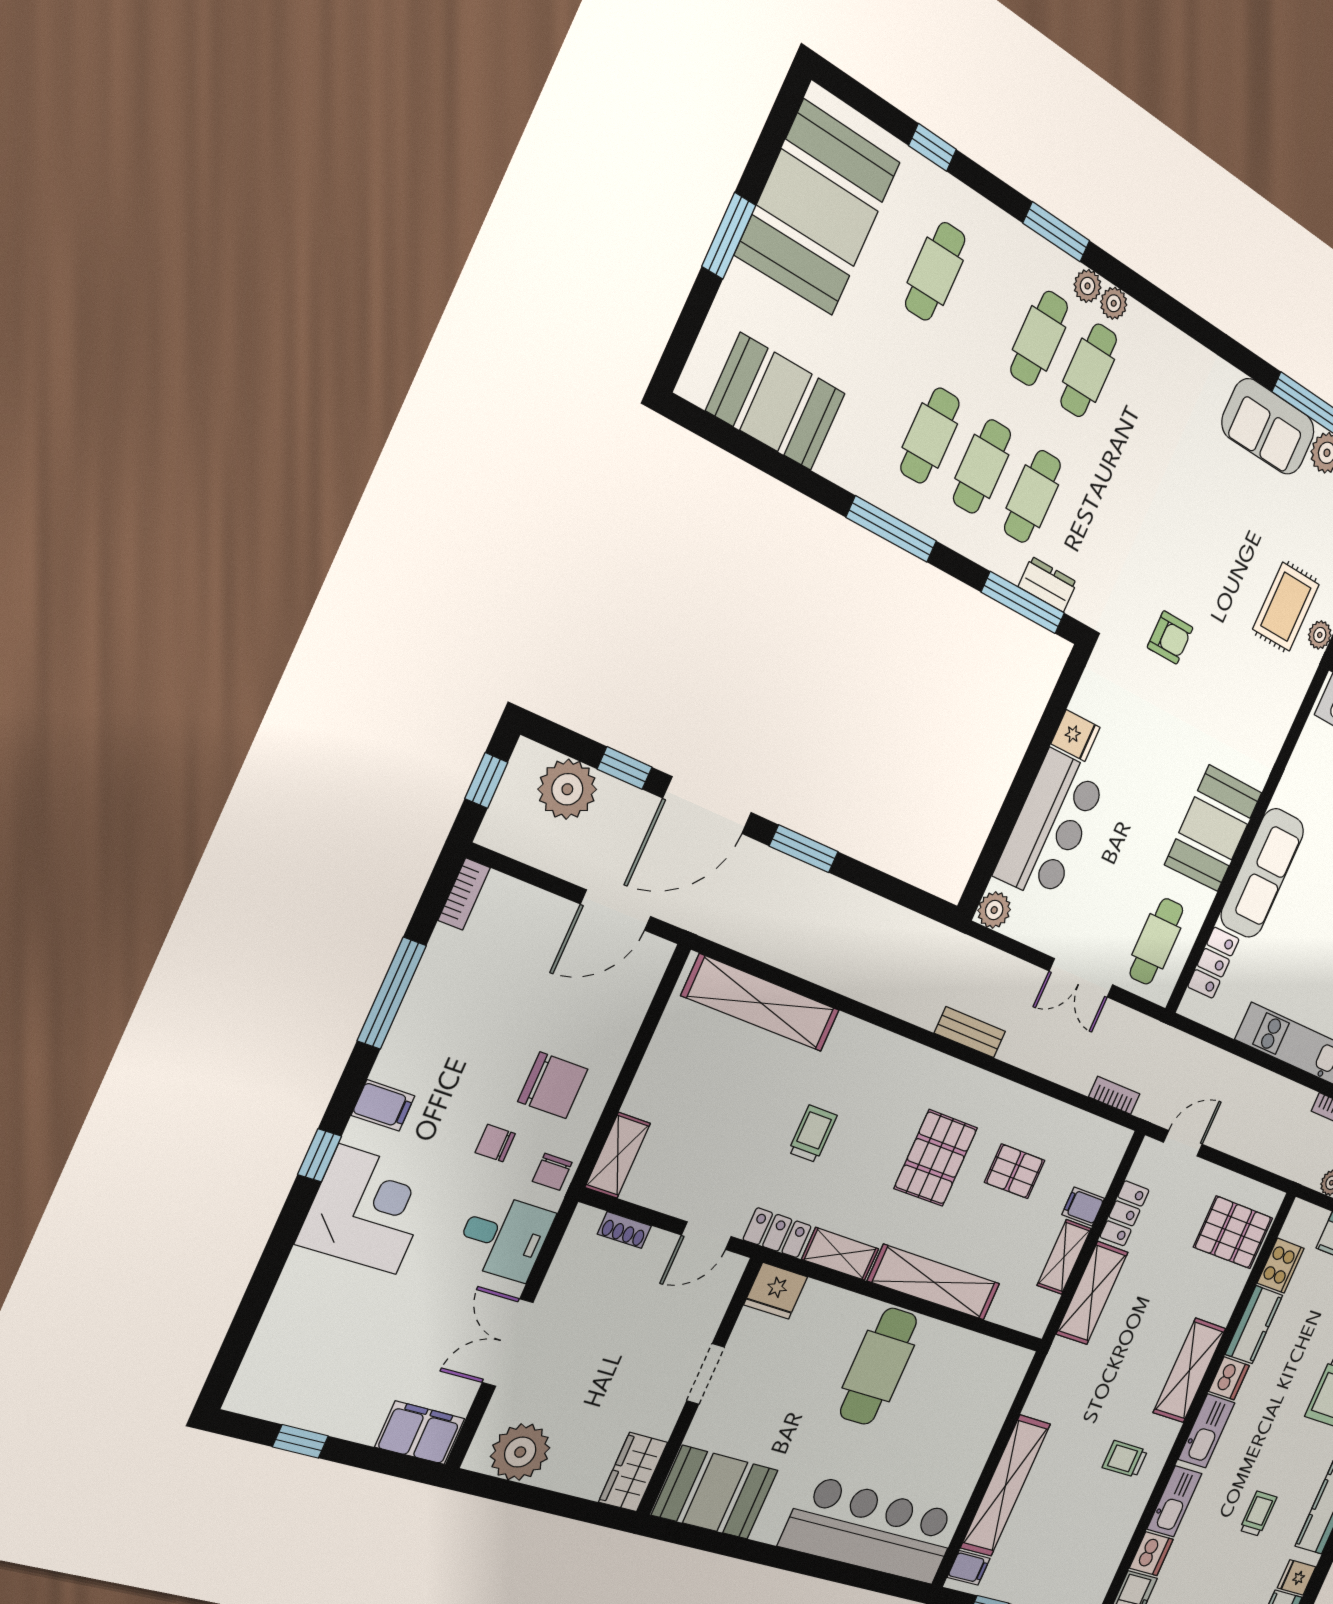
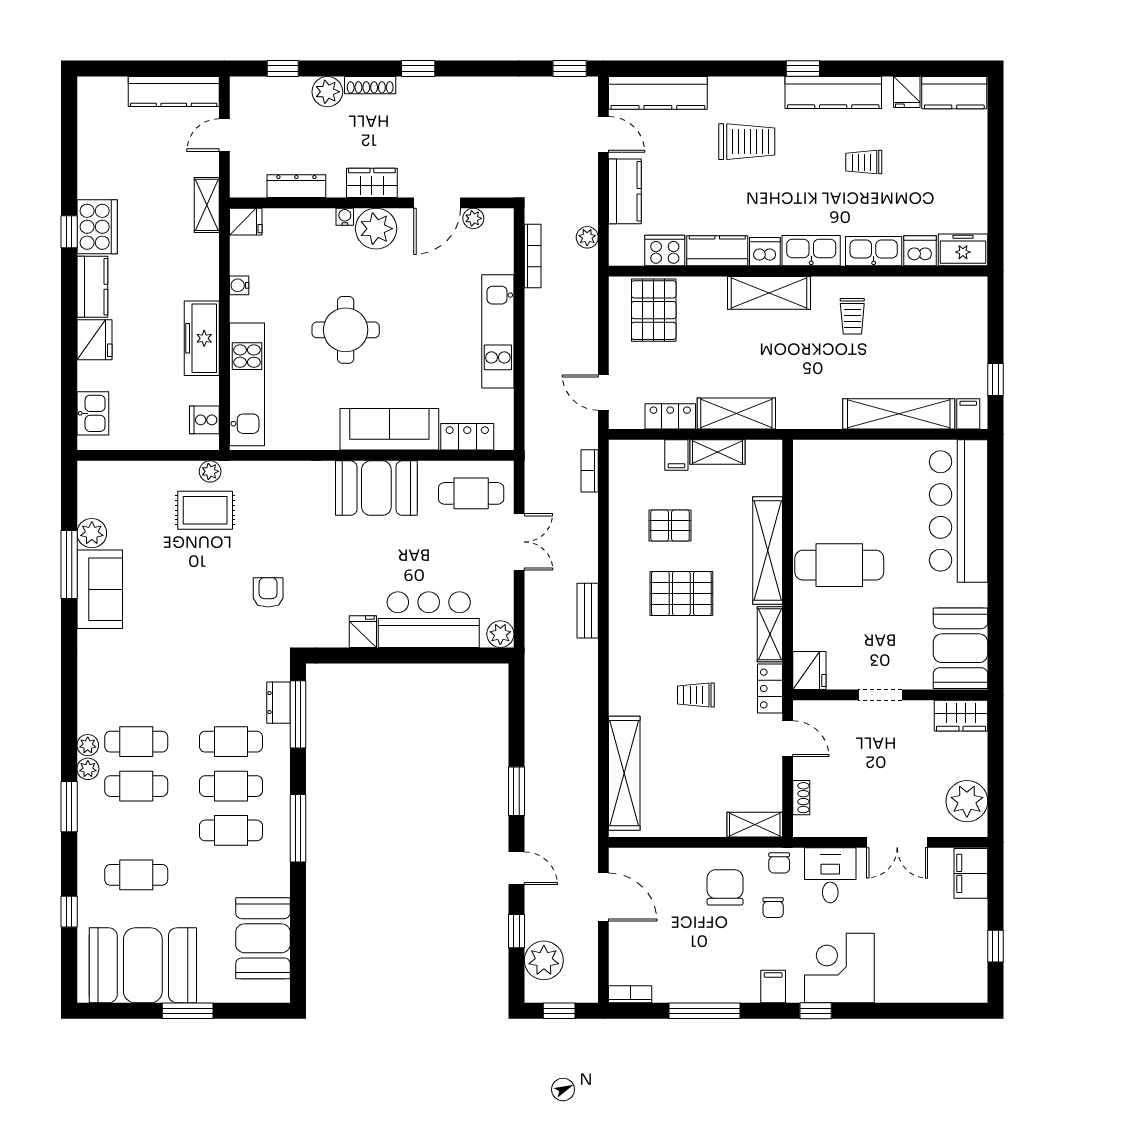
door: (707, 805) -> (517, 868), width x0.53
pallet: (1015, 1171) -> (670, 526), turned 90
chair: (552, 1172) -> (779, 863), turned 90

